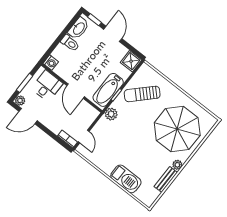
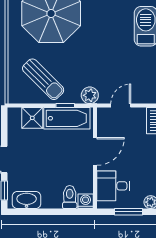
toilet: (70, 43) -> (70, 197), moved
shower: (131, 61) -> (32, 118), moved
door: (84, 137) -> (121, 106), moved

